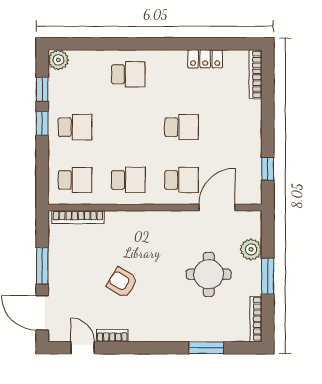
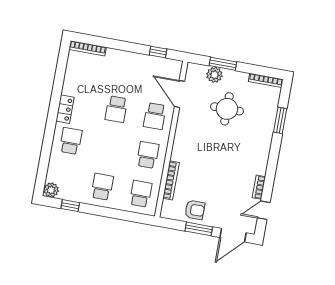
locker: (205, 59) -> (65, 109), moved
window: (42, 123) -> (95, 210), removed
school desk: (182, 127) -> (116, 109), turned 180
school desk: (182, 180) -> (155, 116), turned 180
bookcase: (78, 217) -> (171, 180), moved
window: (268, 276) -> (223, 64), moved
armchair: (122, 282) -> (195, 210), moved, turned -121

